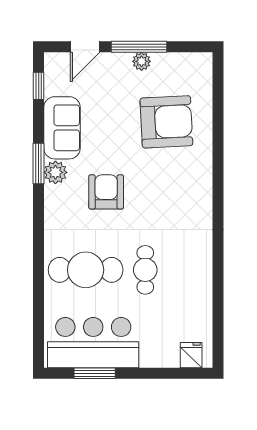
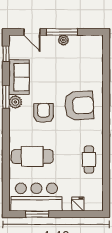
door: (85, 47) -> (32, 32), hinge flipped
armchair: (166, 122) -> (79, 105), moved
cafe table: (145, 270) -> (89, 160), moved
fridge: (191, 355) -> (78, 204), moved

